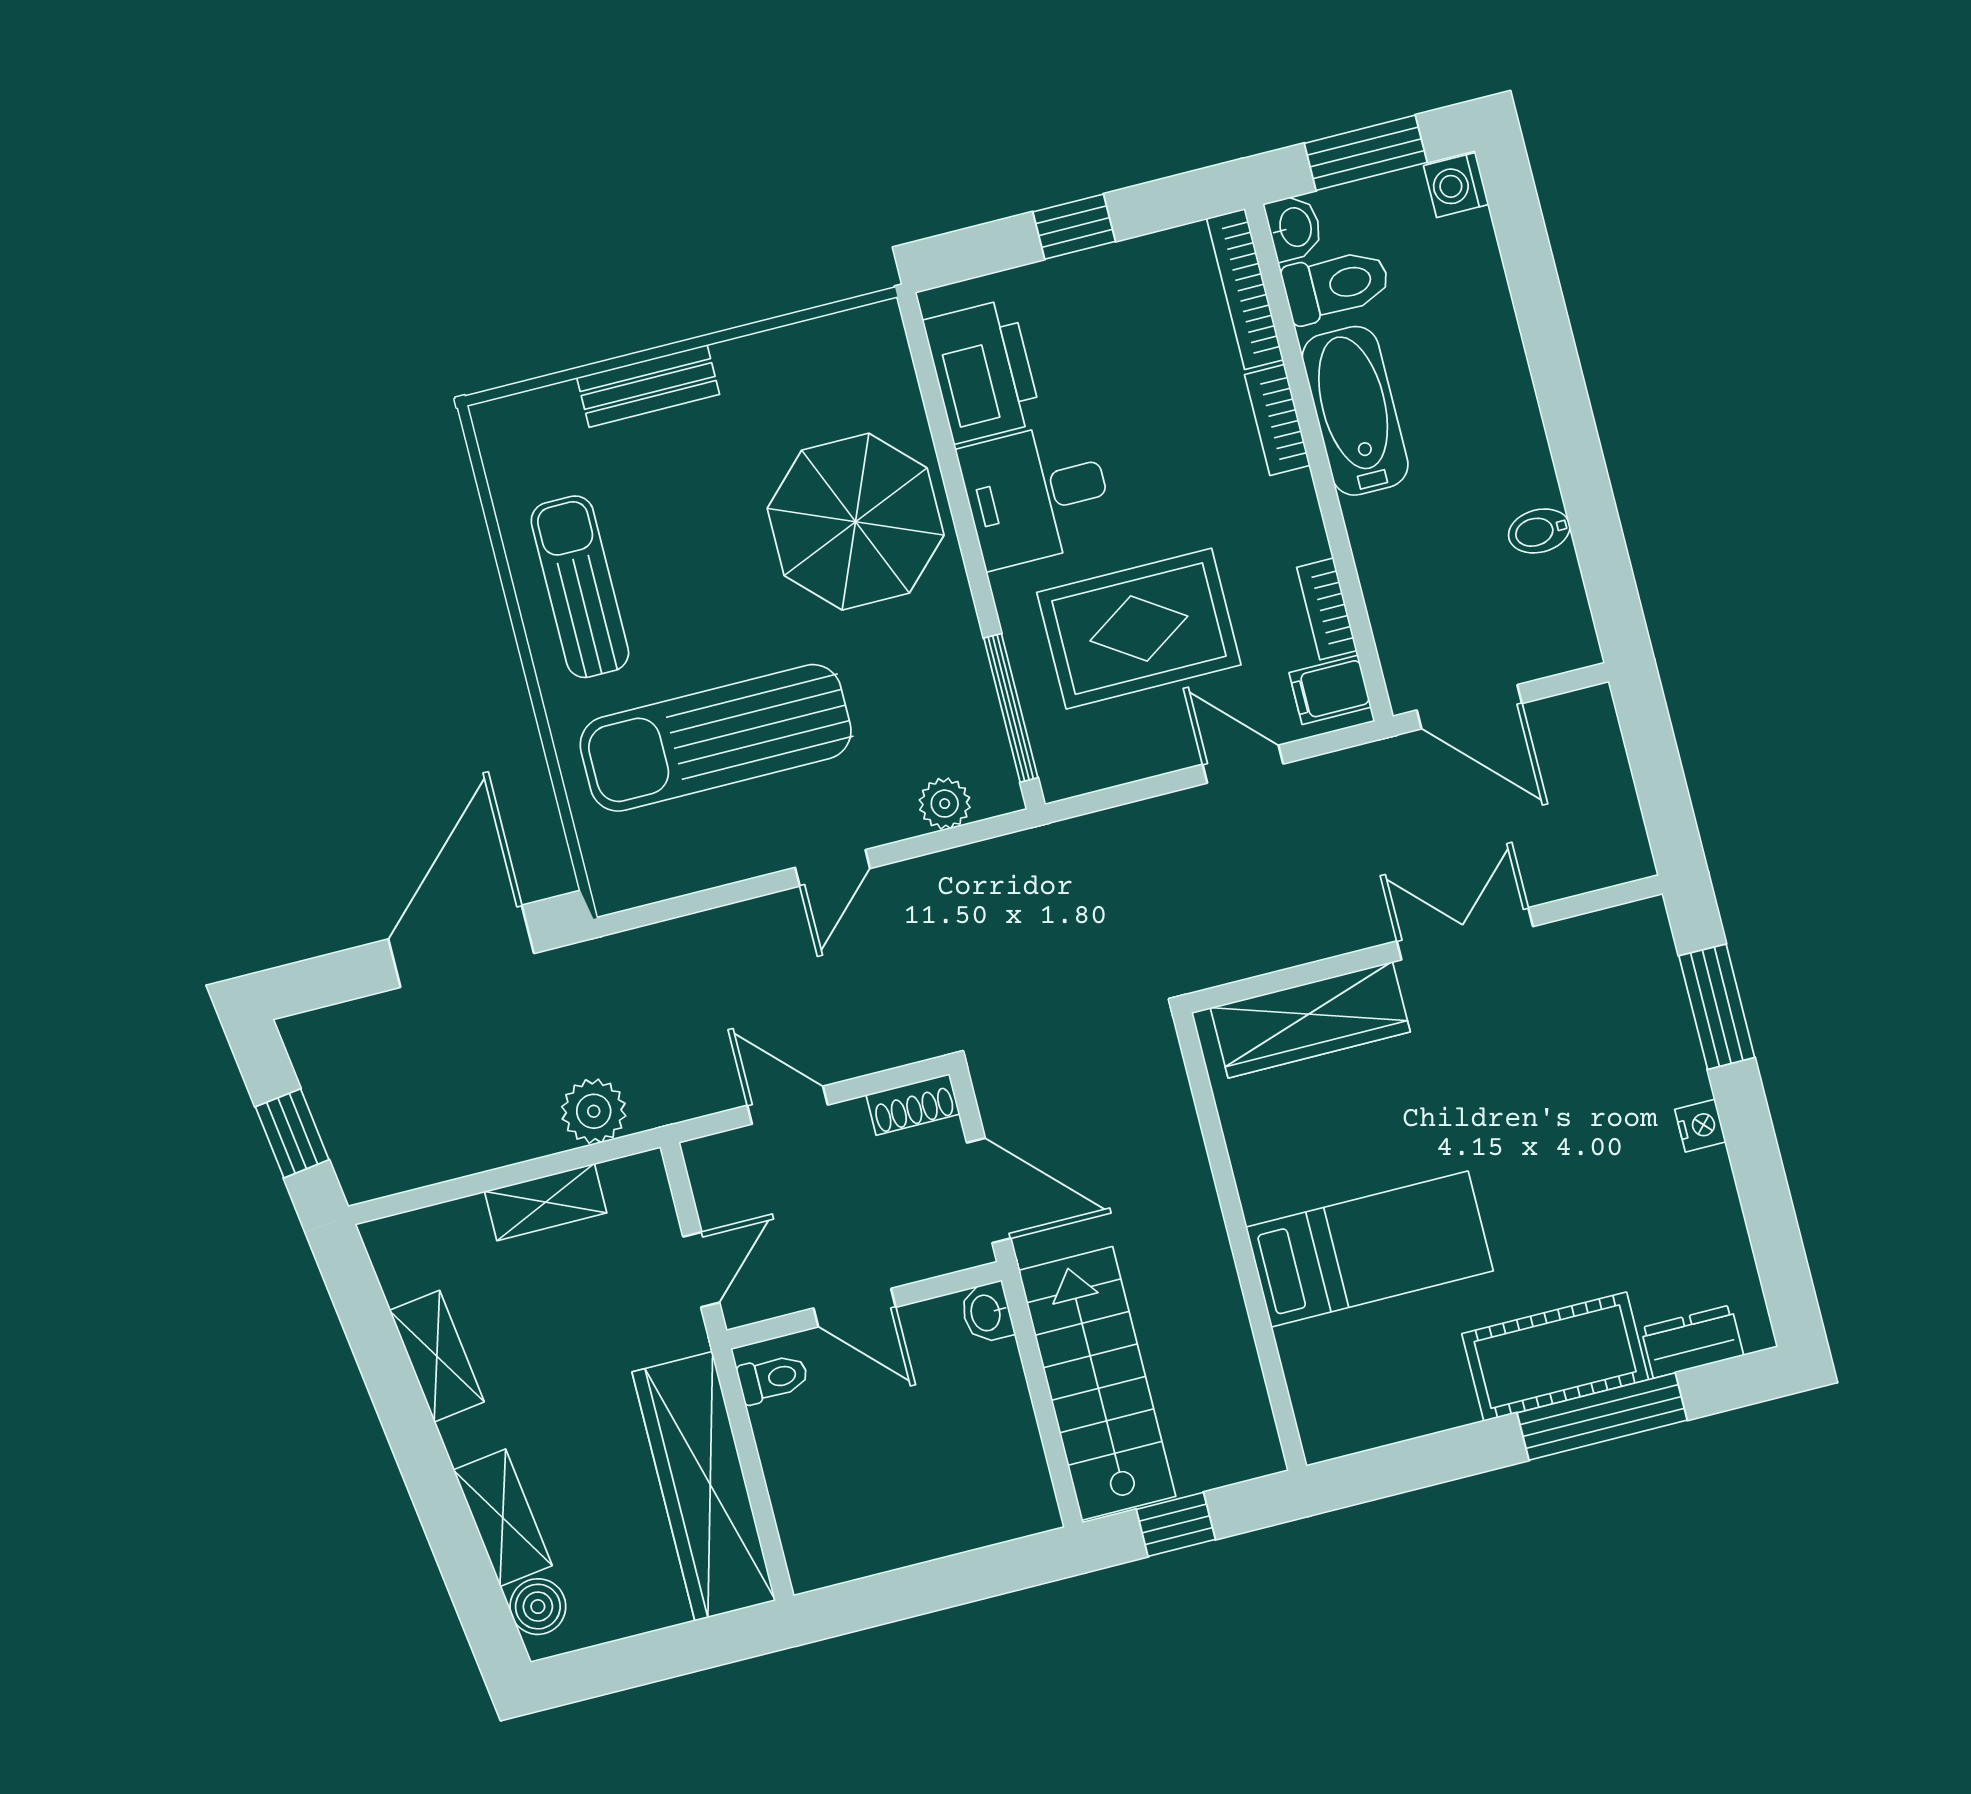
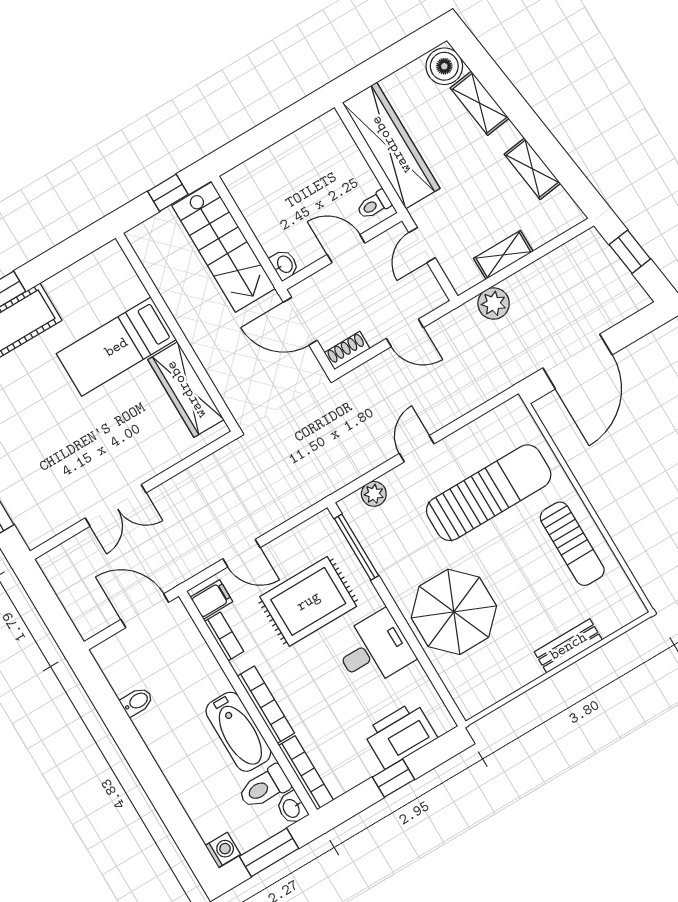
printer: (983, 371) -> (400, 735), moved, turned 90
bookcase: (1277, 420) -> (266, 705), width x1.56
wardrobe: (1310, 1020) -> (186, 390), moved, turned -90
boiler: (538, 1607) -> (444, 66), width x1.36, depth x1.36

